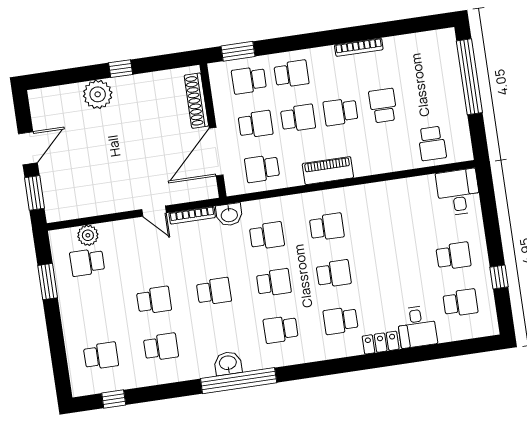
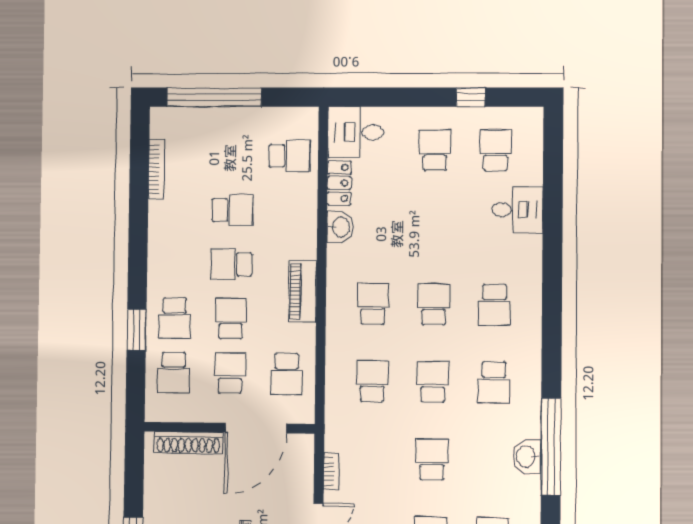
bookcase: (359, 47) -> (156, 169), moved
window: (238, 51) -> (136, 330), moved
school desk: (291, 74) -> (175, 318), turned 180
school desk: (383, 106) -> (232, 210), turned 180
school desk: (340, 112) -> (232, 264), turned 90
door: (216, 152) -> (256, 428), hinge flipped
bookcase: (192, 215) -> (331, 471), width x0.64
washbasin: (229, 215) -> (340, 227), moved
locker: (381, 343) -> (339, 183), moved, turned 180

